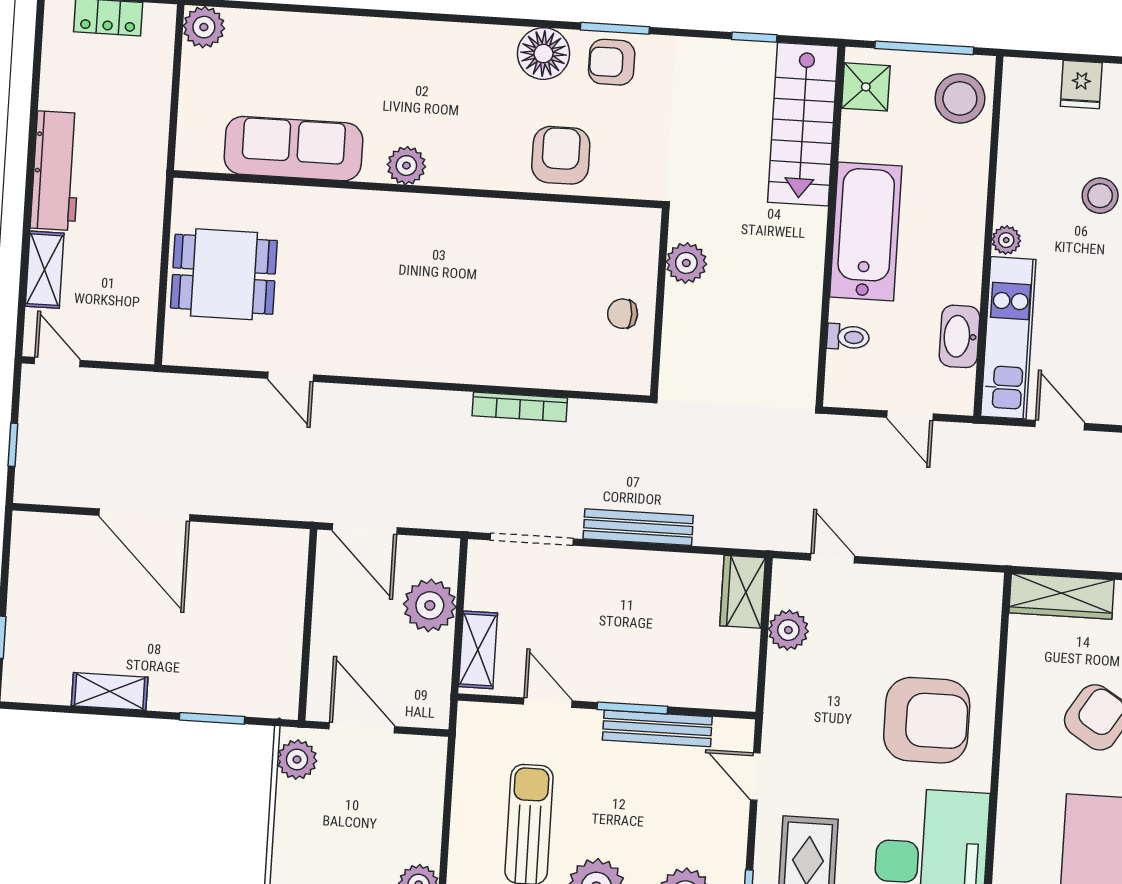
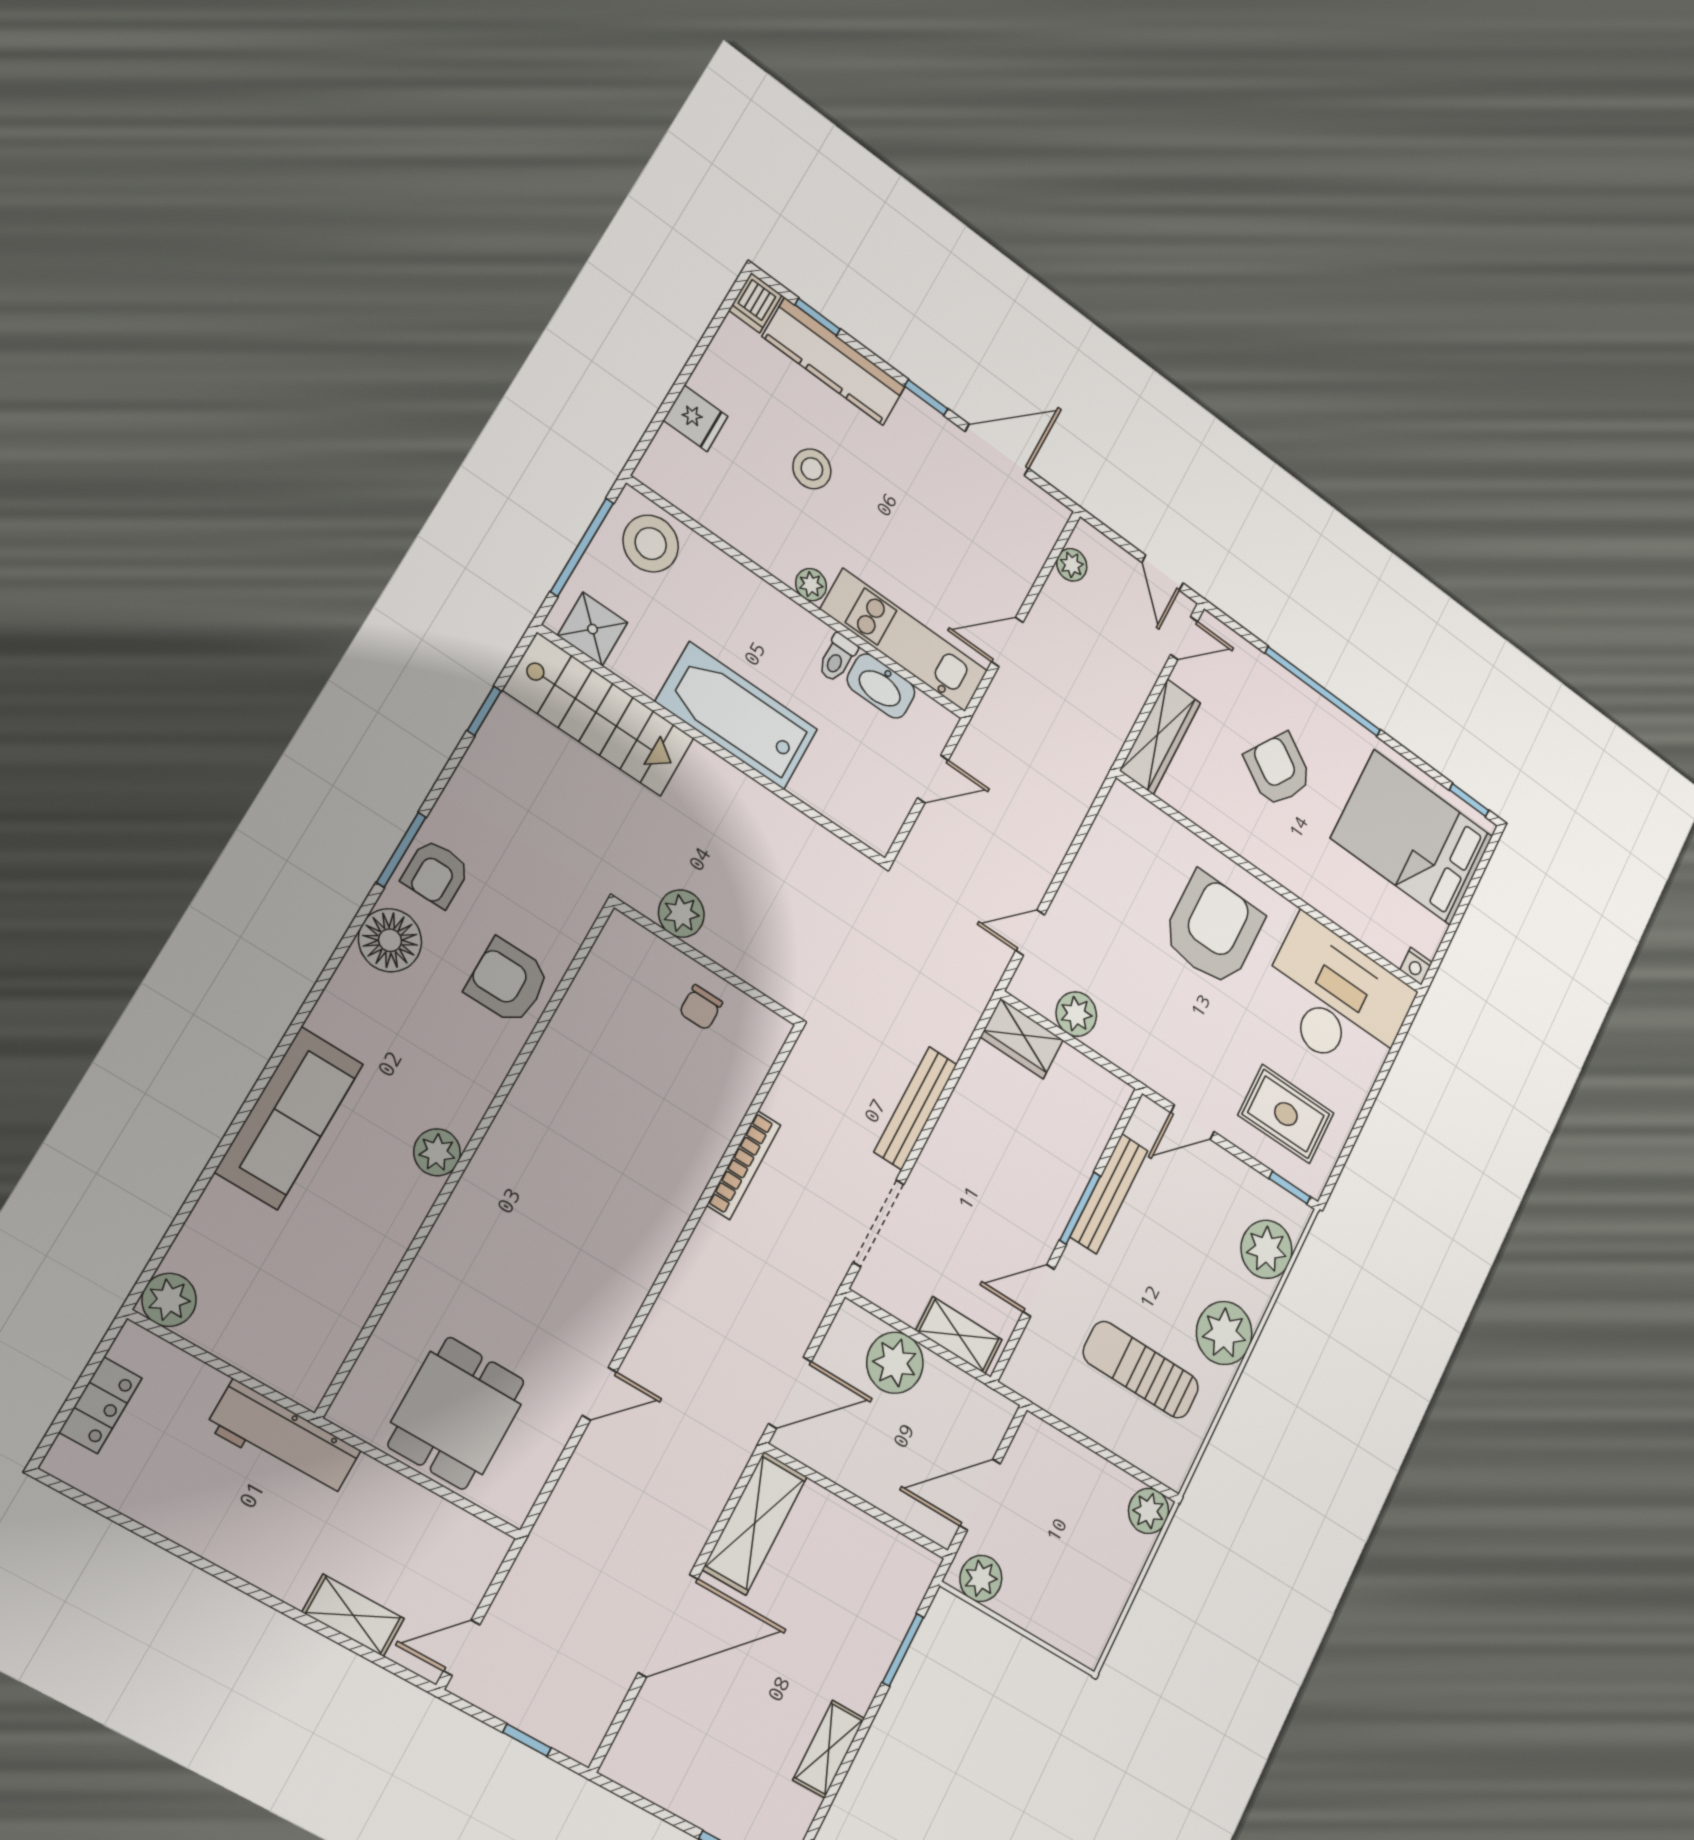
sofa: (293, 149) -> (289, 1118), moved, turned 180
workbench: (56, 171) -> (283, 1439), moved, turned 180
toilet: (848, 337) -> (837, 658), moved, turned 180
shelving: (252, 548) -> (755, 1523), added

